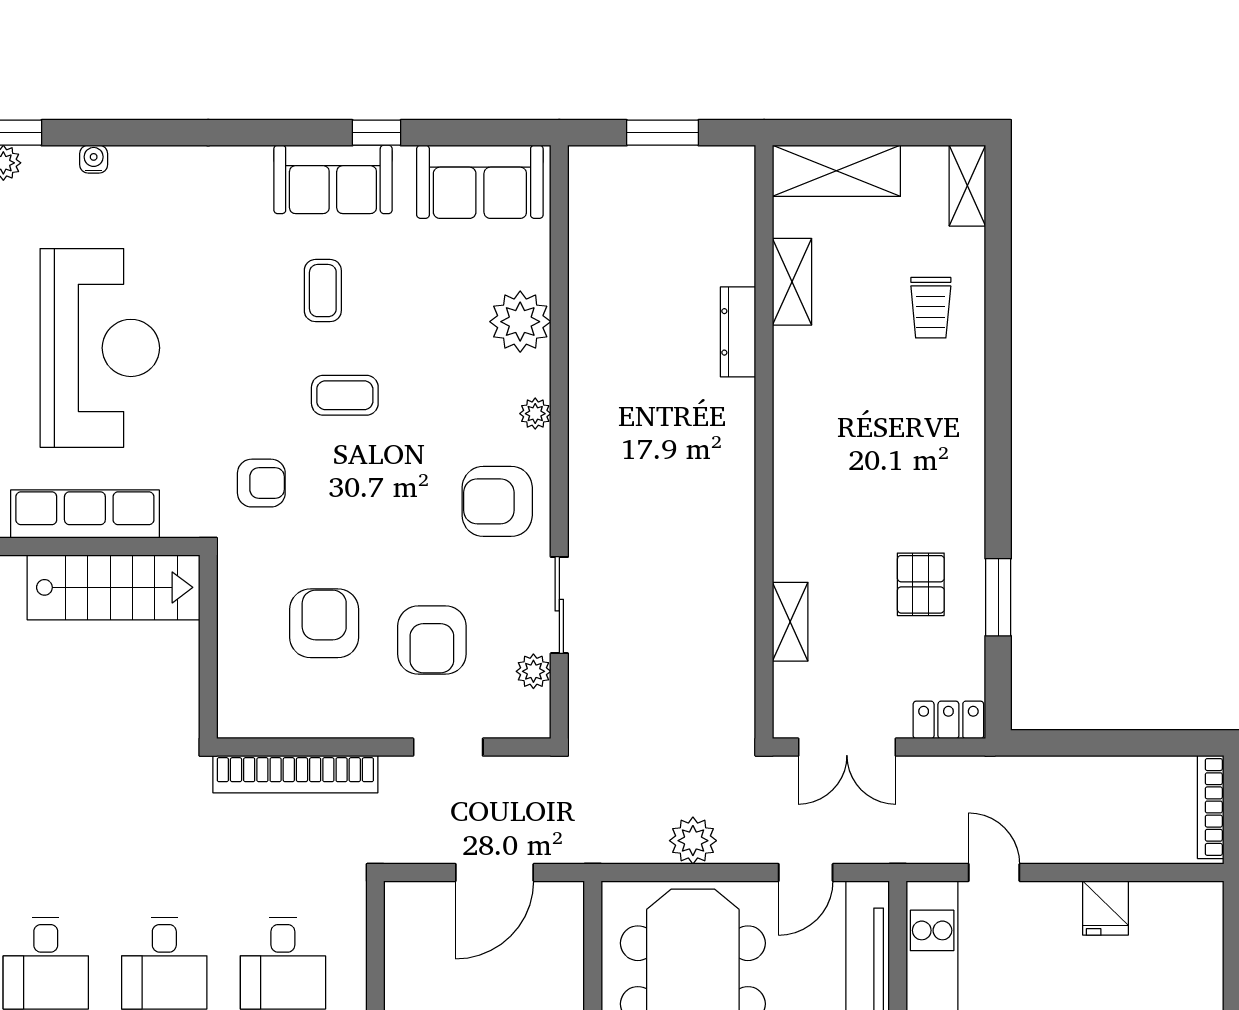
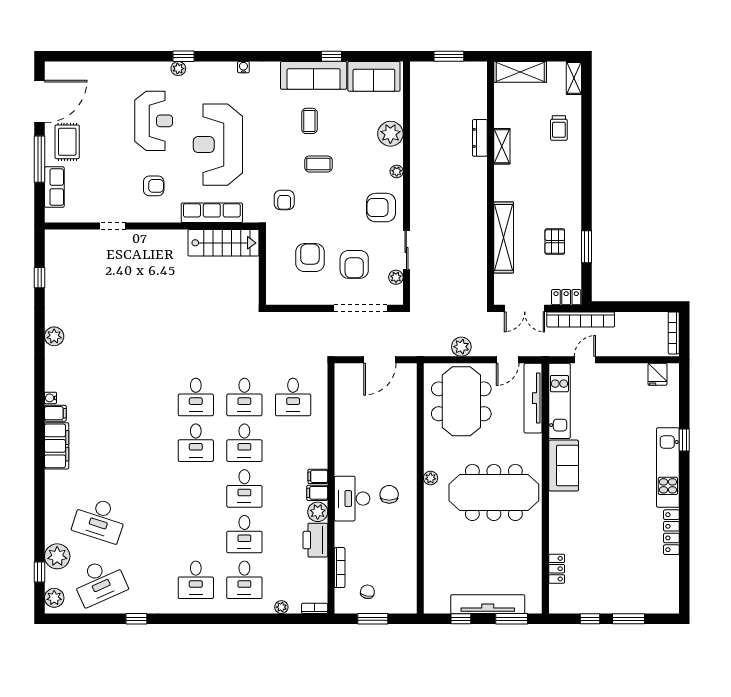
water cooler: (94, 159) -> (243, 67), moved
sofa: (333, 179) -> (314, 75), width x1.36
shelving: (792, 282) -> (502, 146), moved
reception desk: (100, 348) -> (218, 145), turned 180
armchair: (261, 483) -> (284, 200), turned 90
shelving: (790, 622) -> (504, 237), width x2.20, depth x1.33
doorway: (448, 747) -> (361, 308), width x1.87
bookcase: (295, 774) -> (581, 319), moved
door: (994, 872) -> (585, 360), hinge flipped
fridge: (1105, 908) -> (657, 374), moved

